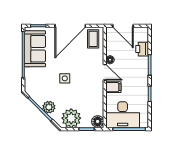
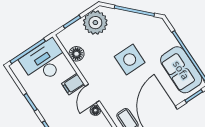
door: (105, 72) -> (92, 94), hinge flipped
side table: (65, 78) -> (130, 60), width x1.87, depth x1.87
plant: (49, 107) -> (126, 19), removed
floor lamp: (98, 121) -> (77, 54), moved

